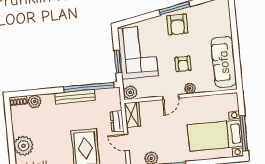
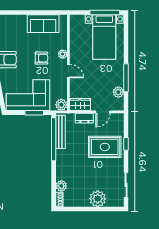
sofa: (224, 62) -> (43, 24), width x0.73
bench: (75, 97) -> (60, 132), moved

